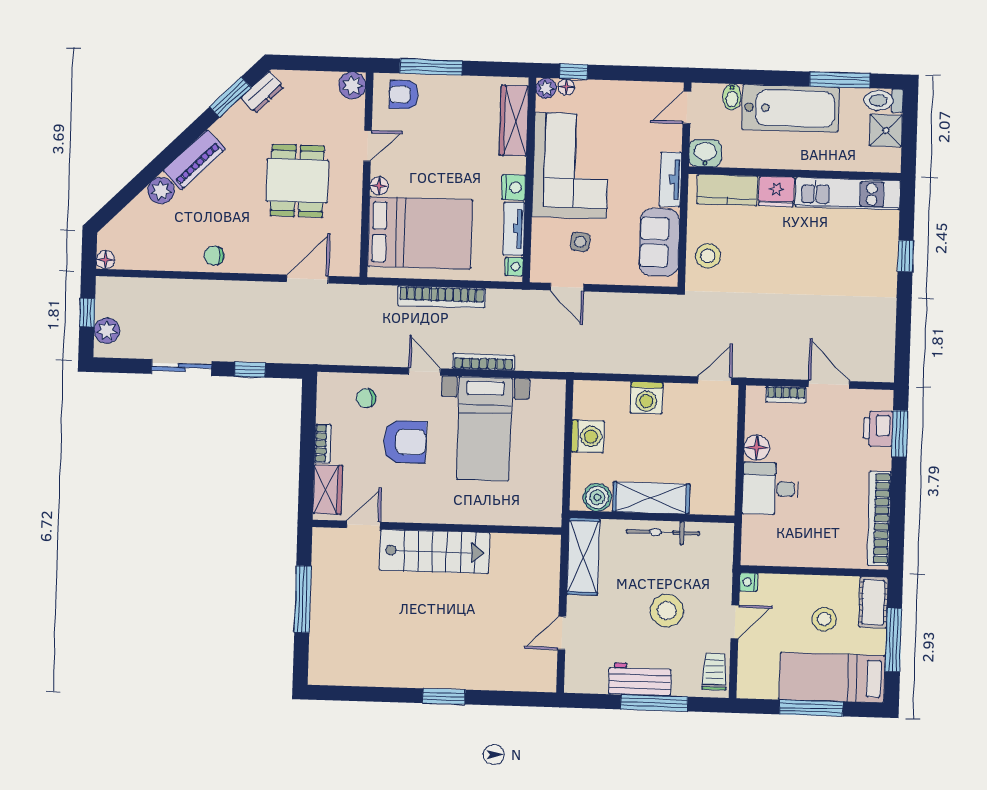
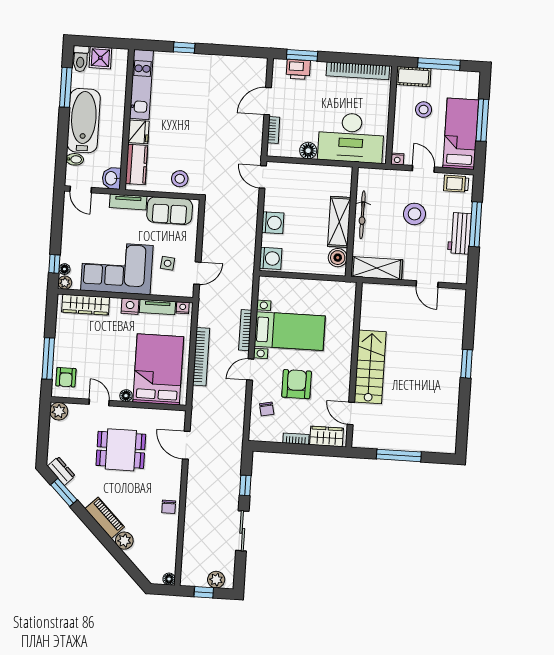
washing machine: (588, 436) -> (271, 258), moved, turned 90
desk: (771, 489) -> (351, 138), width x1.87, depth x1.30
bed: (832, 678) -> (461, 134), moved, turned 180

